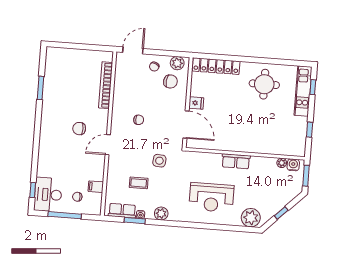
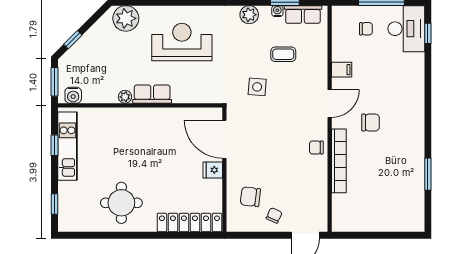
plant: (177, 63) -> (243, 223), removed
bookcase: (106, 85) -> (339, 161), moved
kitchen unit: (303, 91) -> (68, 146), moved
chair: (139, 120) -> (316, 147), moved
plant: (282, 163) -> (125, 97), moved
filing cabinet: (96, 187) -> (342, 70), moved
window: (281, 213) -> (73, 40), moved

